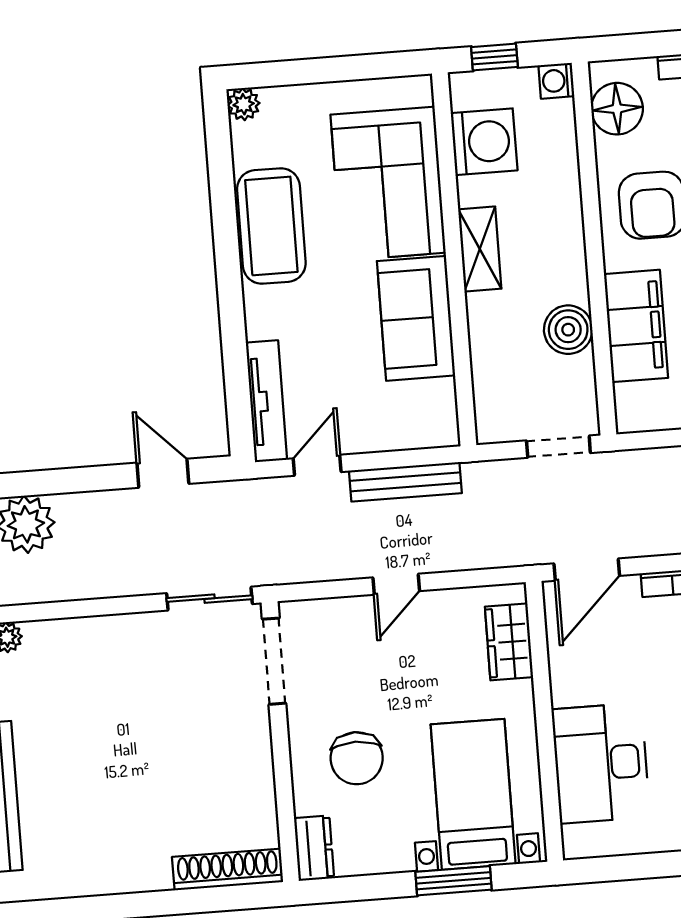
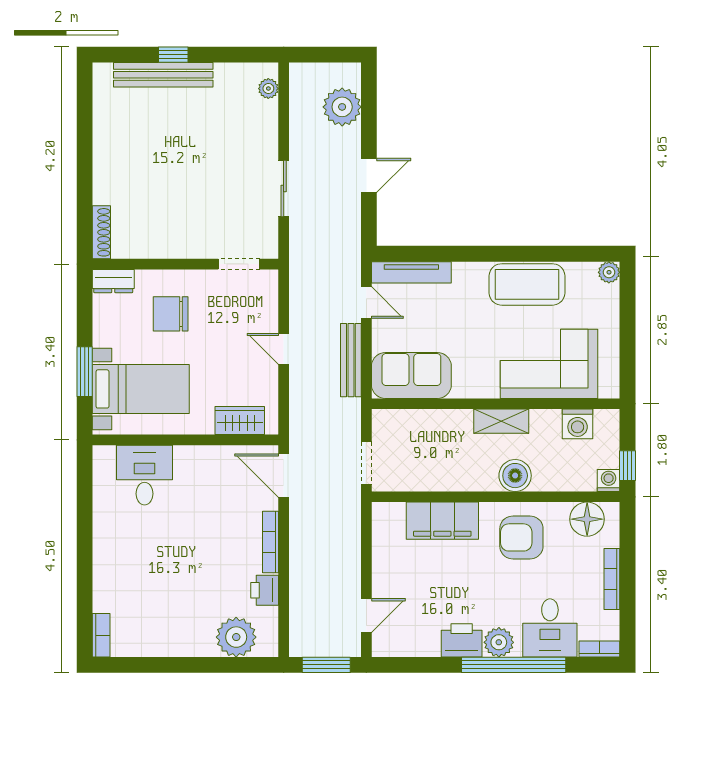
window: (494, 57) -> (628, 466), moved
washing machine: (484, 142) -> (578, 424), width x0.73, depth x0.73
sofa: (416, 318) -> (411, 375), moved
boiler: (568, 330) -> (515, 476), moved
door: (163, 473) -> (369, 175), moved
sliding door: (210, 599) -> (284, 188), moved
doorway: (274, 661) -> (239, 264), width x0.73
desk: (601, 763) -> (145, 475), width x0.73
shoe rack: (228, 870) -> (101, 232), width x0.74, depth x0.81

